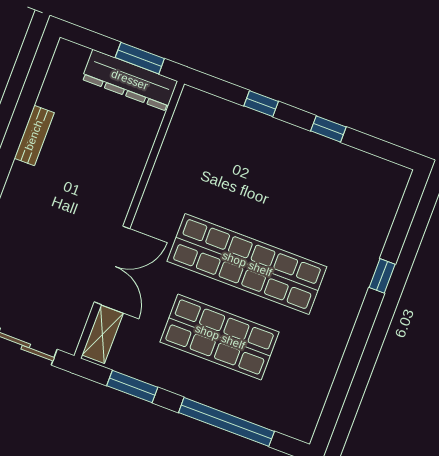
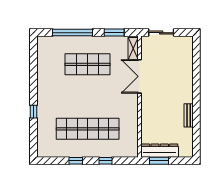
shop shelf: (247, 264) -> (88, 129), moved

